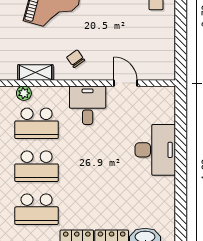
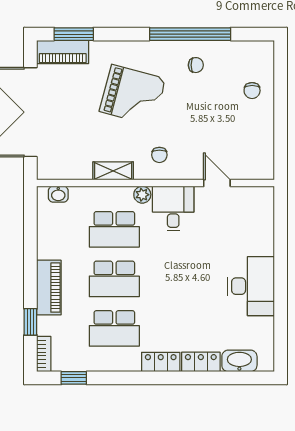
chair: (76, 59) -> (159, 155), turned -145
plant: (24, 93) -> (142, 195), moved
desk: (155, 150) -> (251, 286), moved

